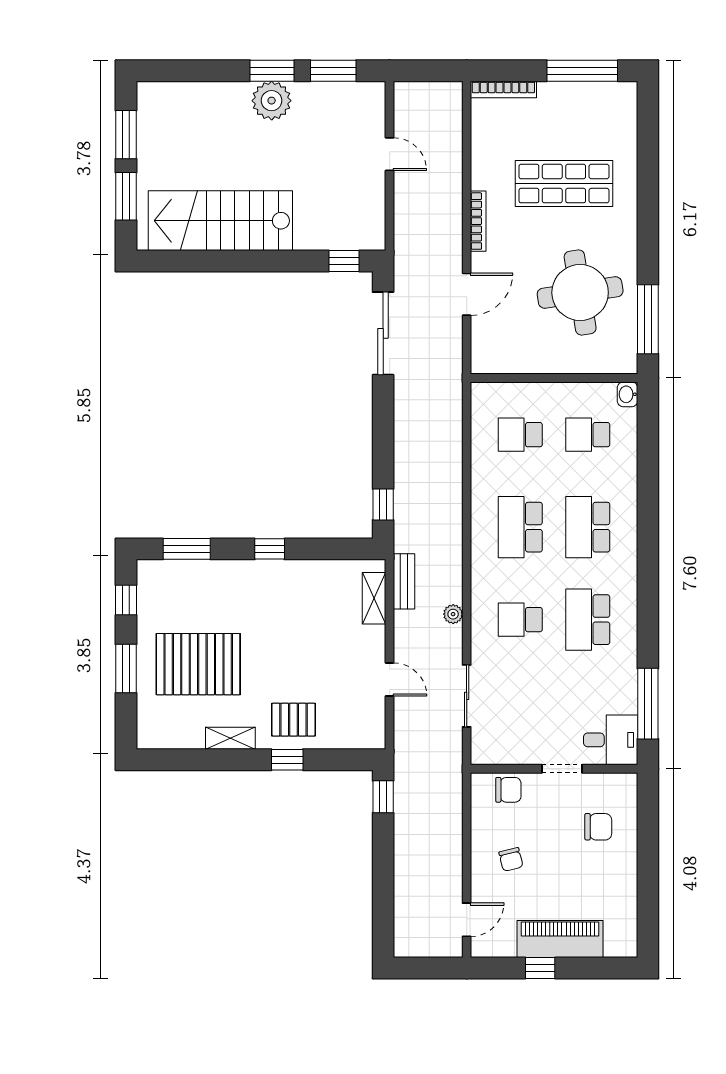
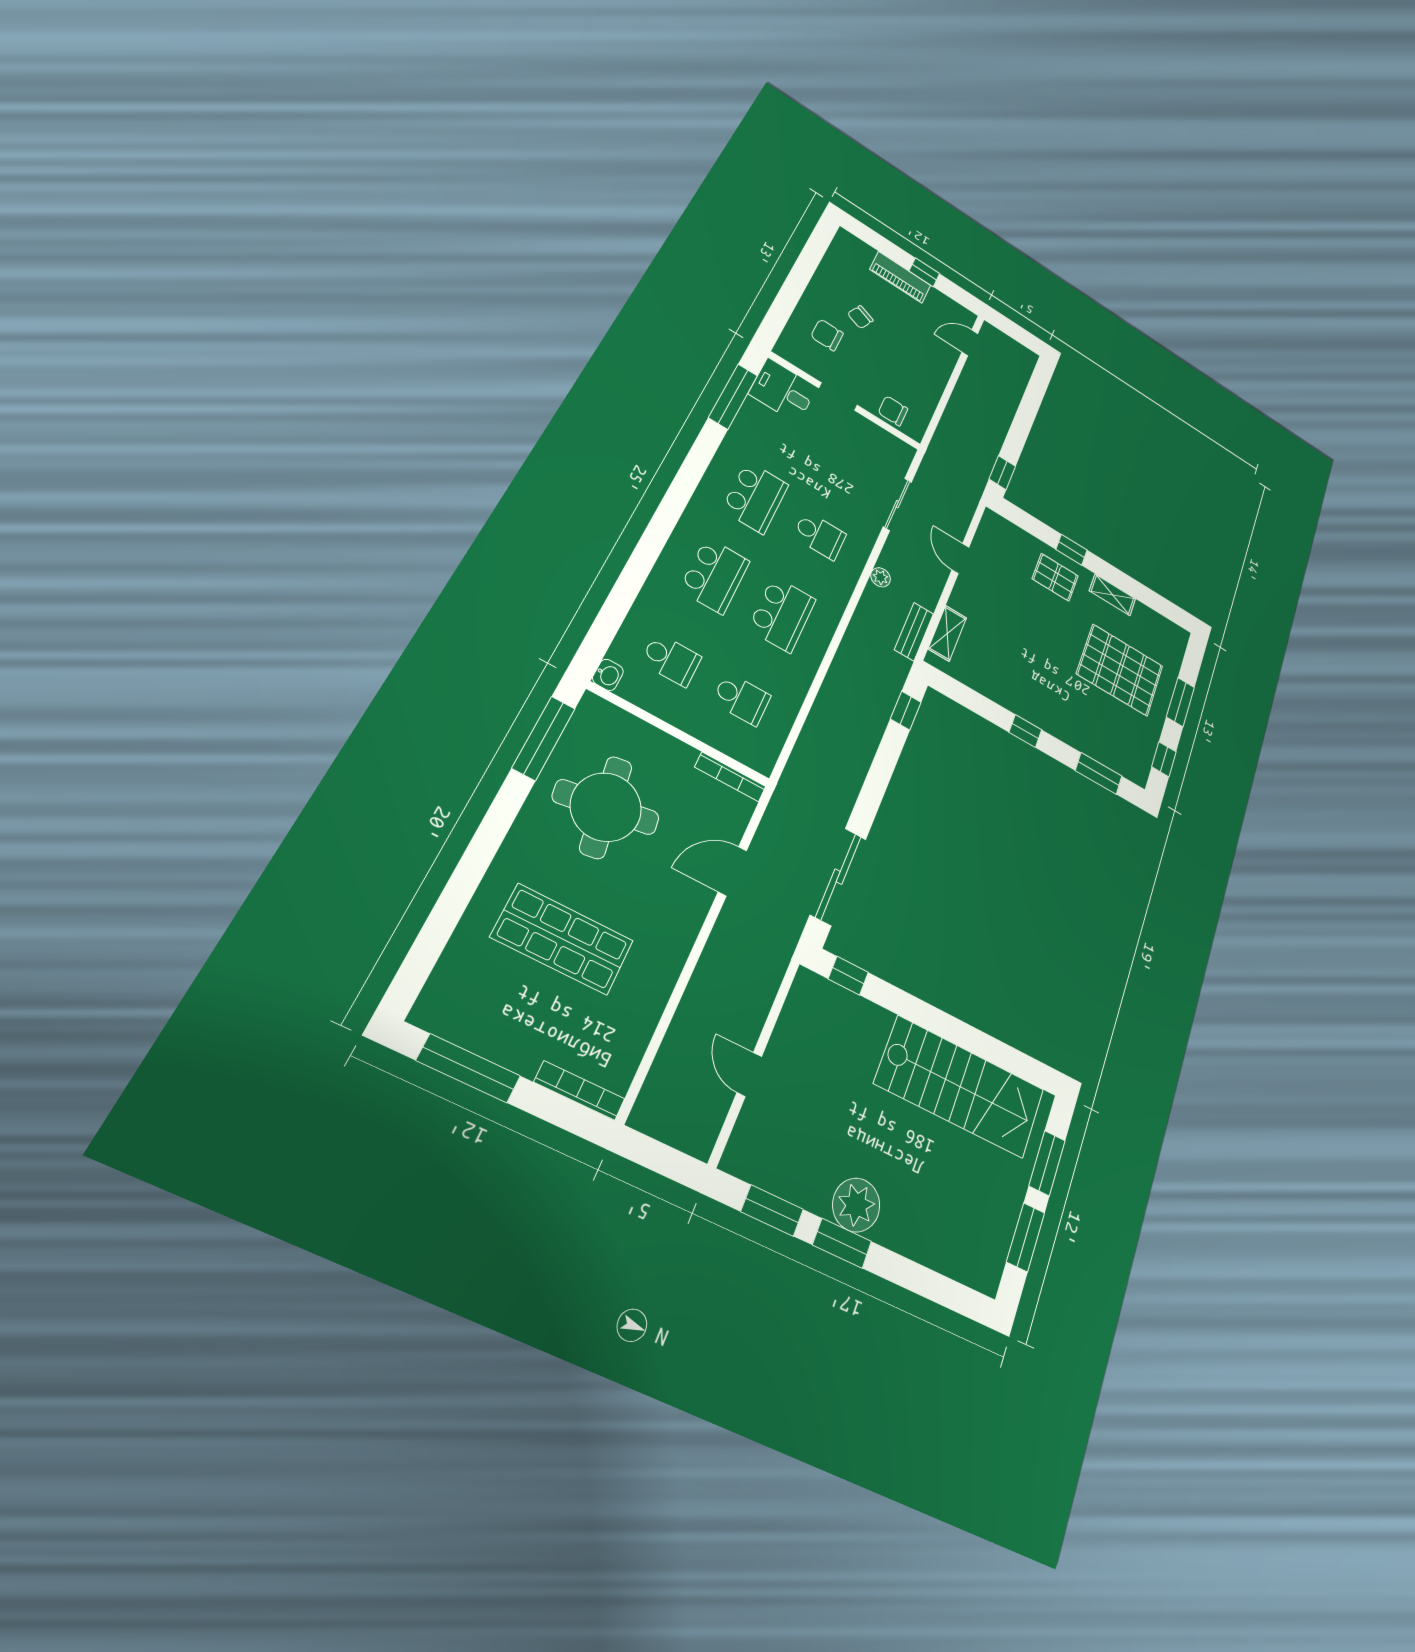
bookcase: (478, 221) -> (730, 777), moved, turned -90
chair: (511, 859) -> (860, 317), moved, turned -143
piano: (560, 939) -> (900, 277), width x0.73, depth x0.75

